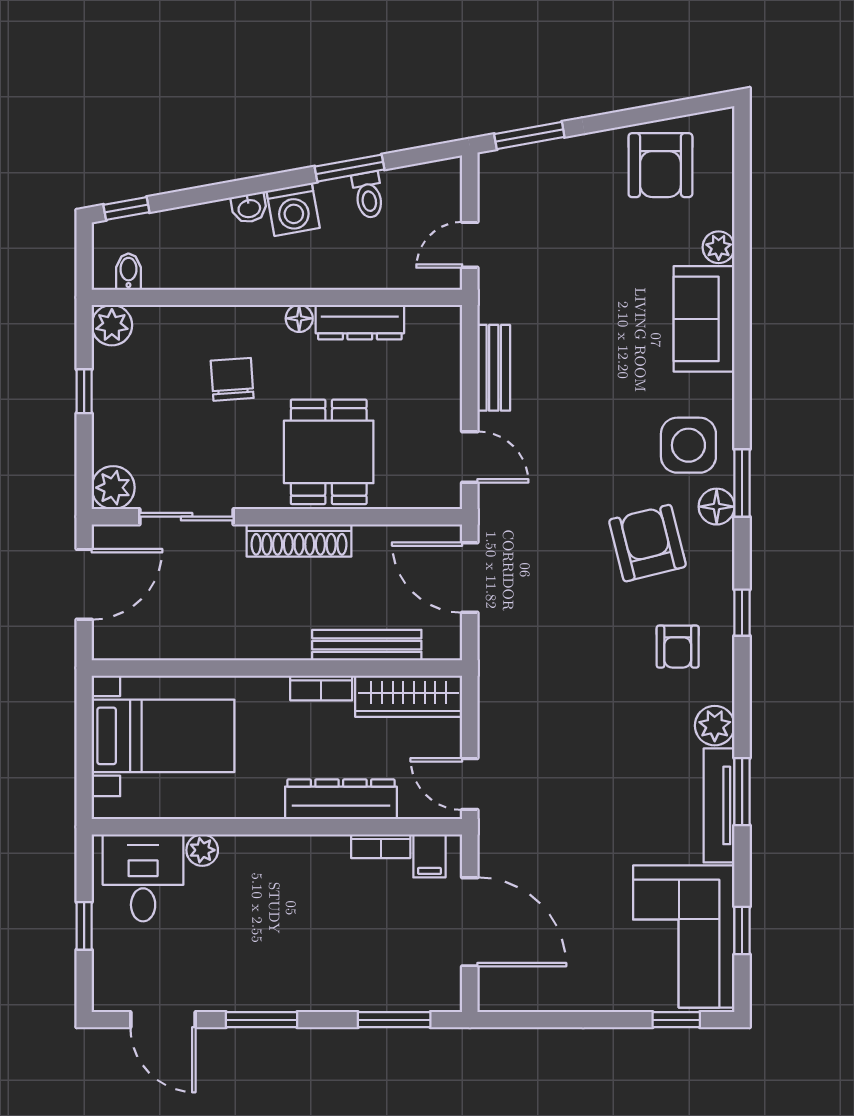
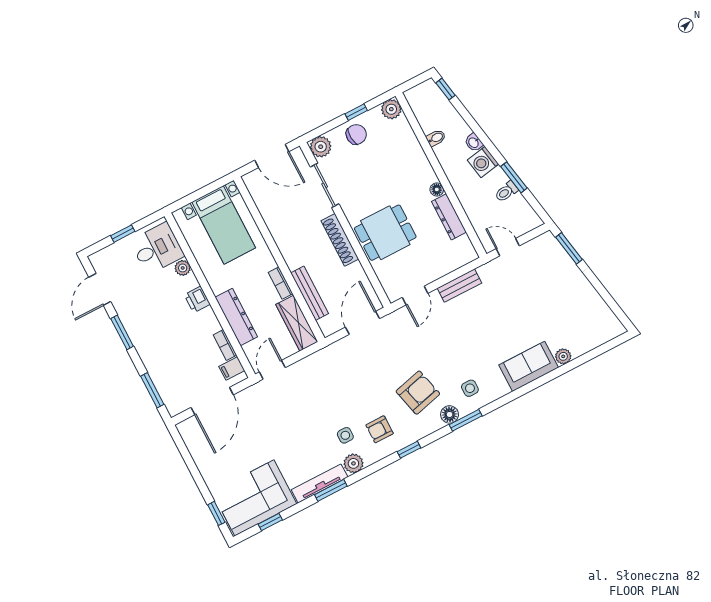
armchair: (660, 165) -> (586, 312), removed
bidet: (128, 272) -> (436, 138), moved
chair: (232, 379) -> (356, 134), moved
side table: (688, 445) -> (470, 388), width x0.54, depth x0.54
side table: (656, 714) -> (345, 435), added
printer: (273, 853) -> (197, 299), added

